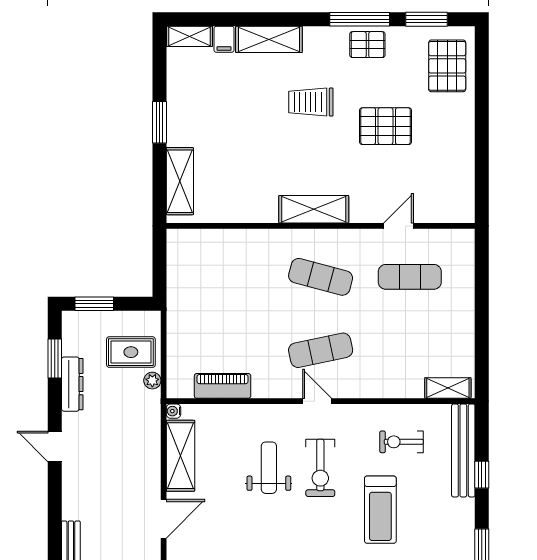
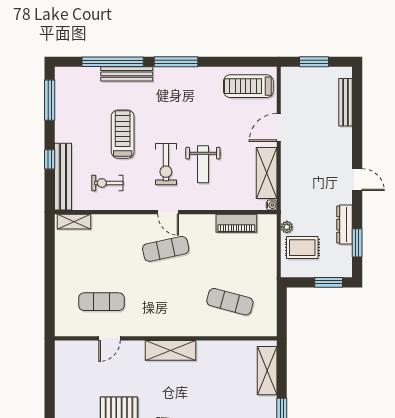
exercise mat: (321, 277) -> (230, 302), moved
exercise bike: (402, 442) -> (107, 183), turned 180
exercise bike: (320, 468) -> (166, 164), turned 180

